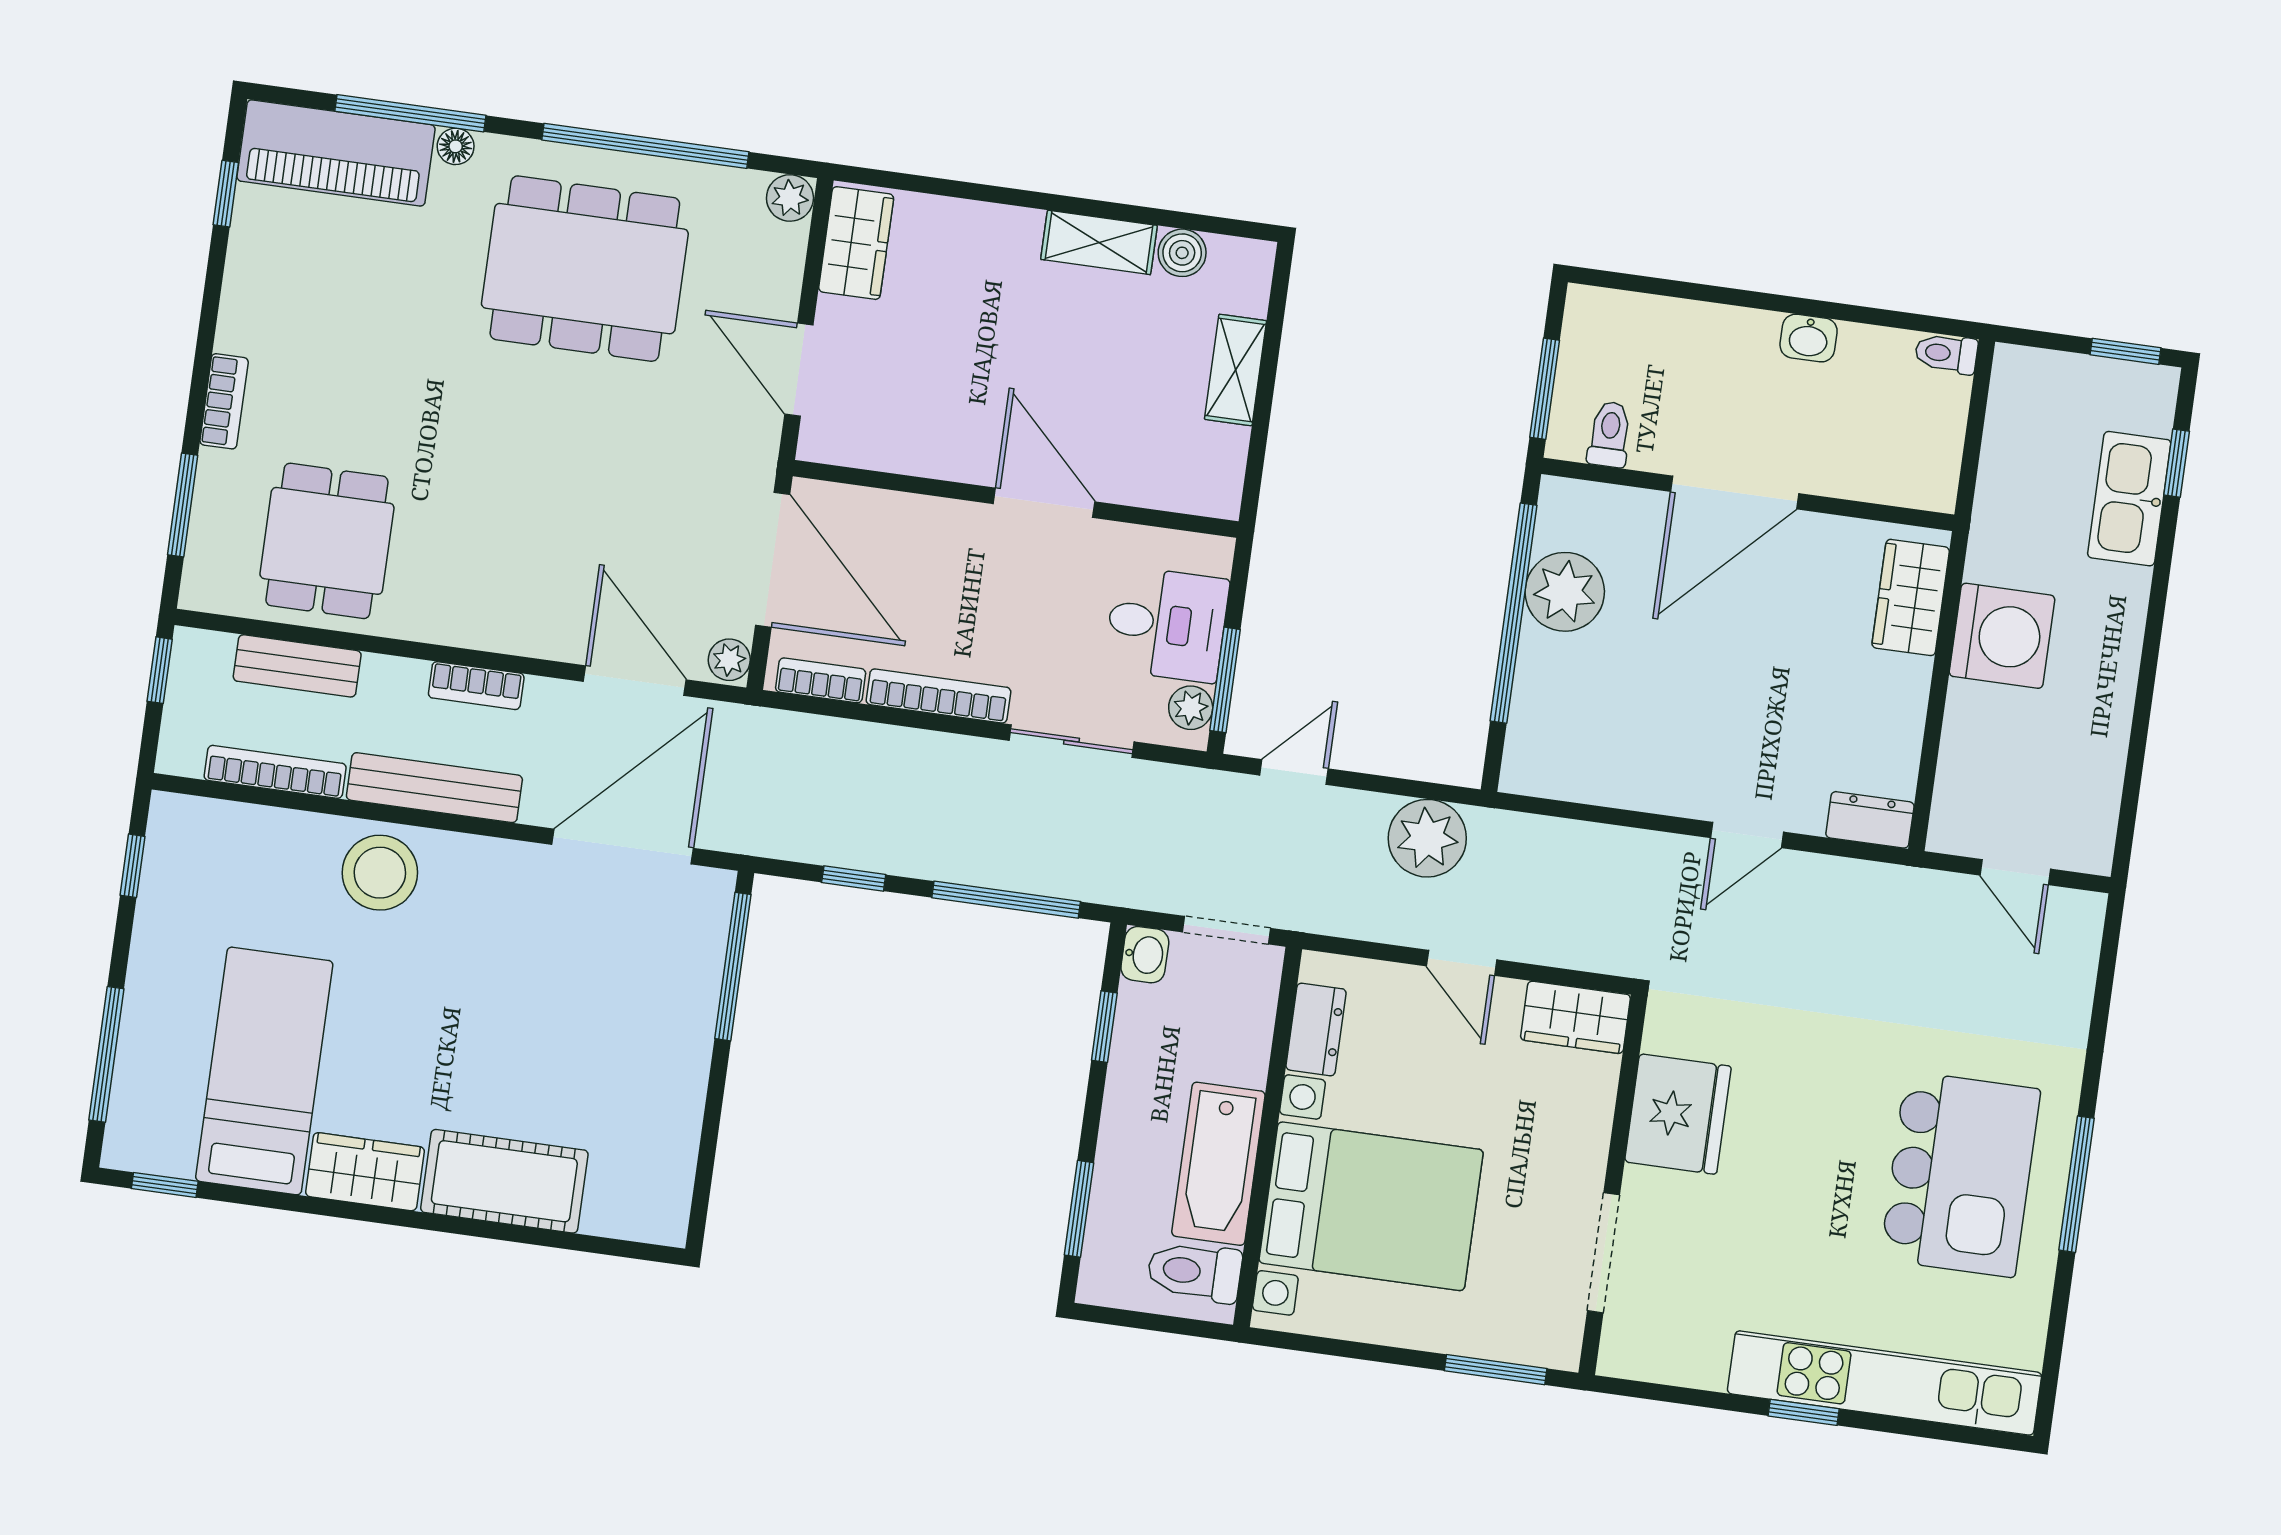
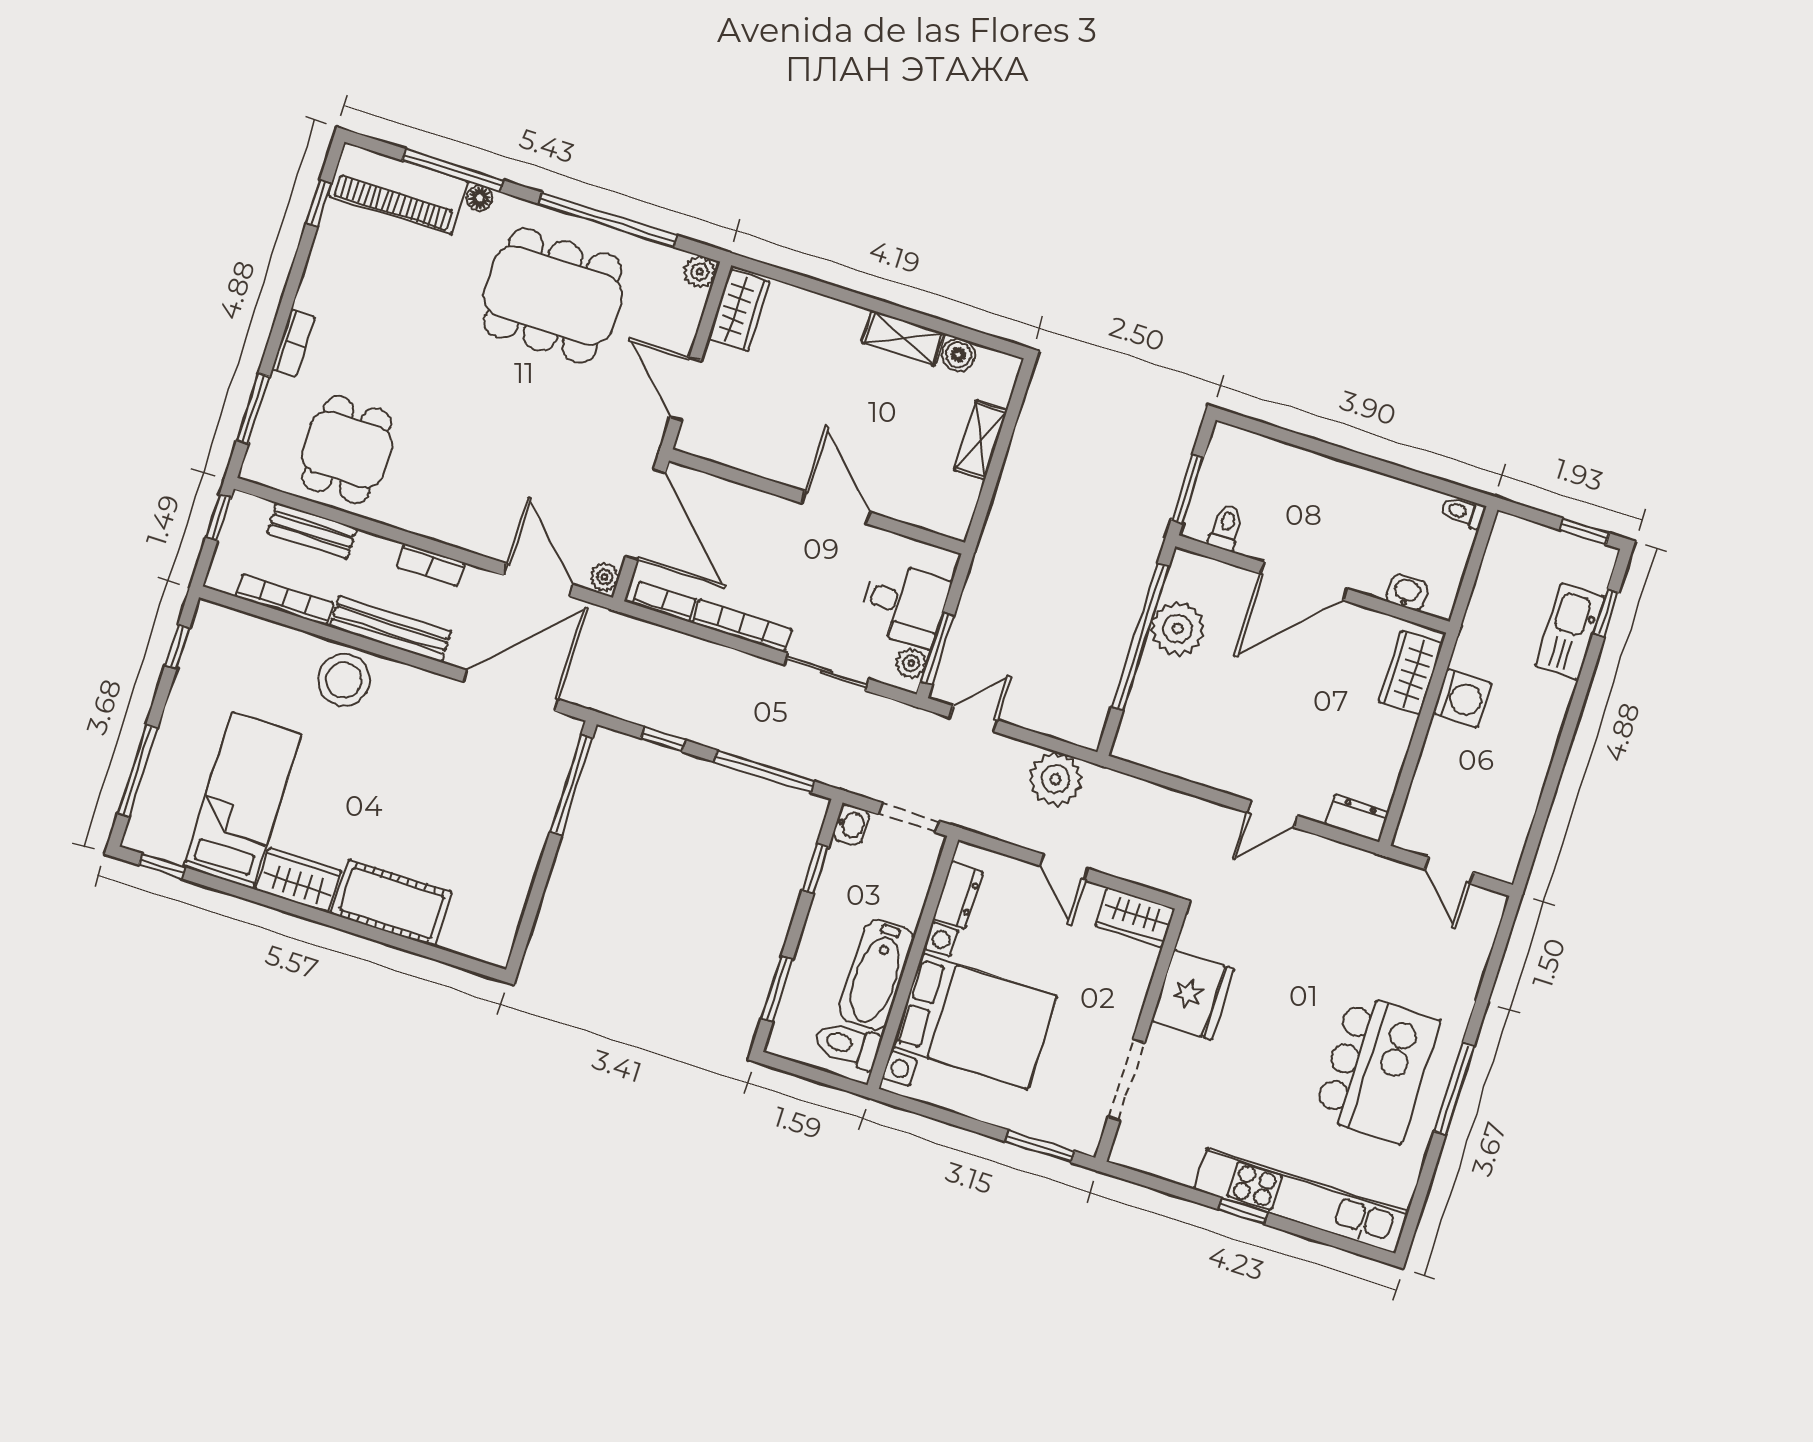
washbasin: (1809, 338) -> (1407, 592), moved, turned 180
washing machine: (2002, 636) -> (1462, 698), width x0.73, depth x0.73

